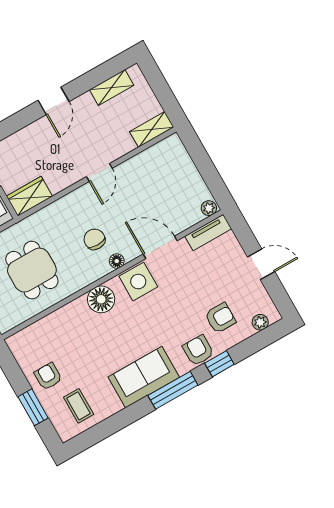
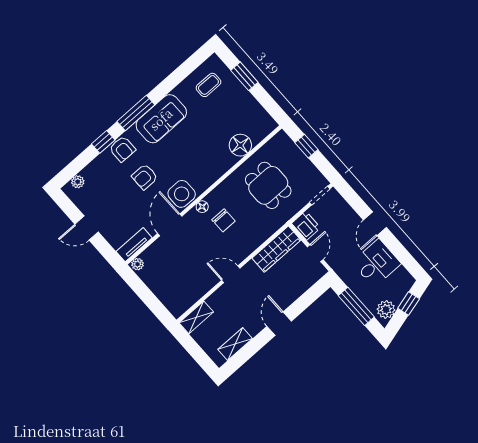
door: (99, 173) -> (231, 274), hinge flipped
wardrobe: (29, 196) -> (276, 249), width x1.50
door: (160, 247) -> (170, 225), swing flipped
floor lamp: (101, 299) -> (240, 145), moved
armchair: (220, 318) -> (145, 177), moved
armchair: (48, 376) -> (238, 103), removed
coffee table: (79, 406) -> (208, 85), turned 90

